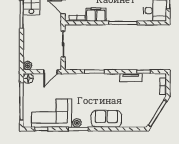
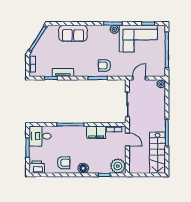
floor lamp: (28, 78) -> (160, 72), removed
armchair: (87, 85) -> (104, 65), added
sofa: (106, 119) -> (73, 33), moved

